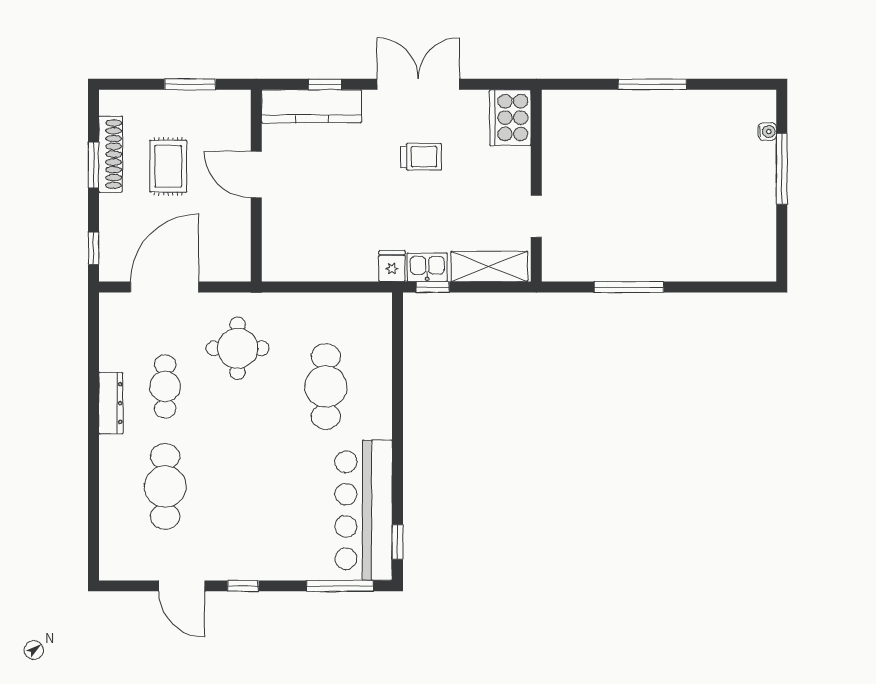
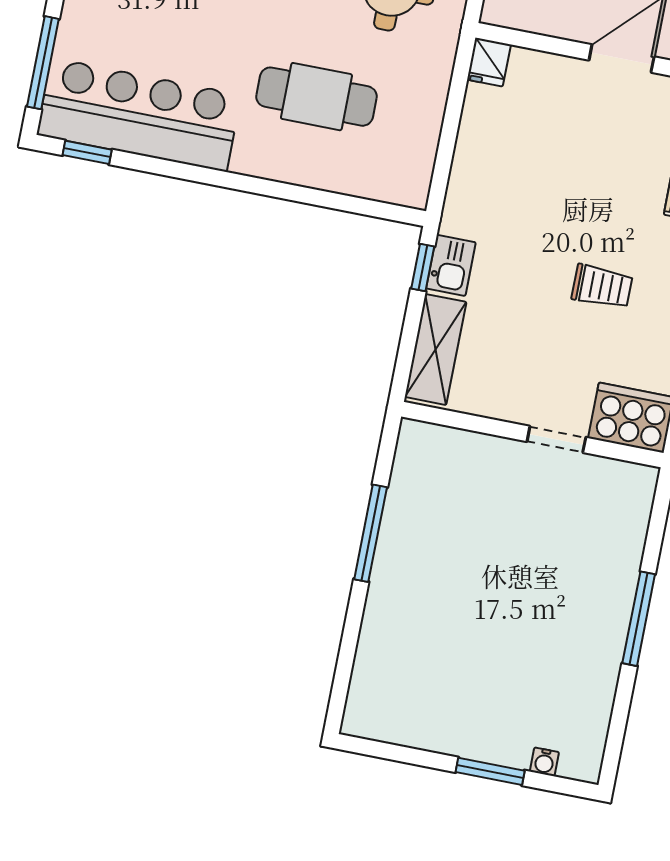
trolley: (421, 157) -> (602, 286), turned -90
window: (782, 169) -> (490, 771), width x0.69
doorway: (536, 216) -> (556, 439), moved
fridge: (392, 266) -> (489, 62), moved, turned 90

